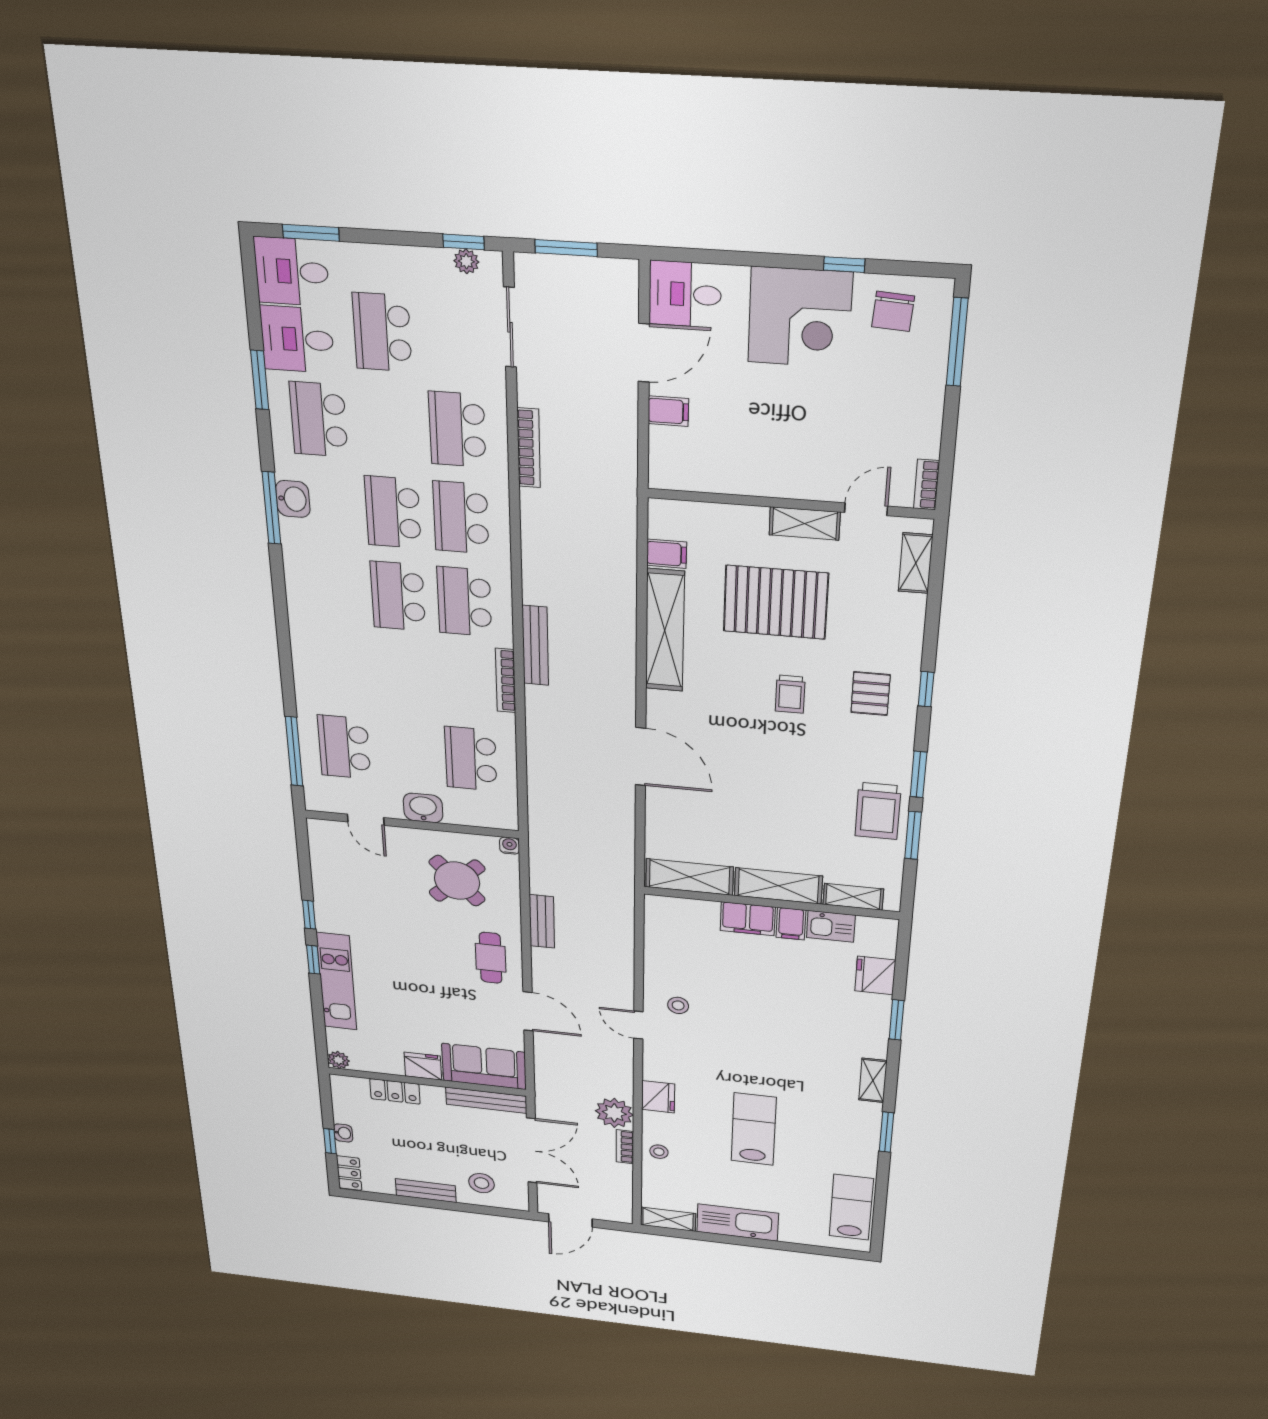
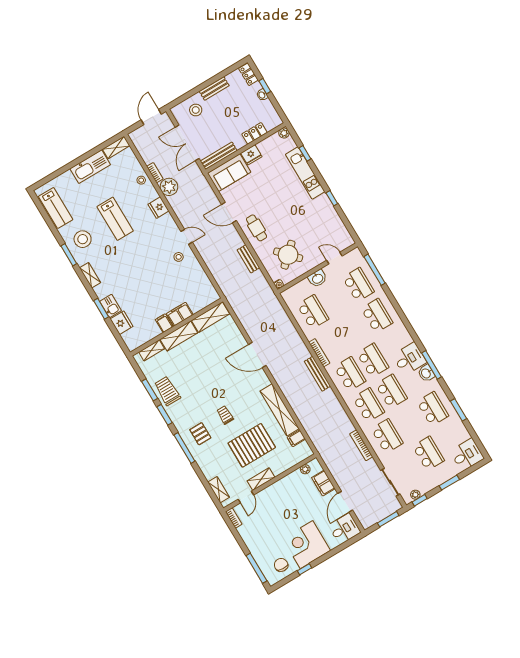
window: (311, 233) -> (449, 483), moved
desk: (297, 339) -> (409, 359), moved
filing cabinet: (668, 411) -> (323, 483), width x2.00
plant: (690, 480) -> (305, 469), added
school desk: (338, 671) -> (377, 316), added
window: (926, 689) -> (184, 448), width x2.17
kitchen sink: (831, 926) -> (111, 306), moved, turned 90
window: (313, 960) -> (305, 153), moved
stool: (840, 1138) -> (83, 239), added

